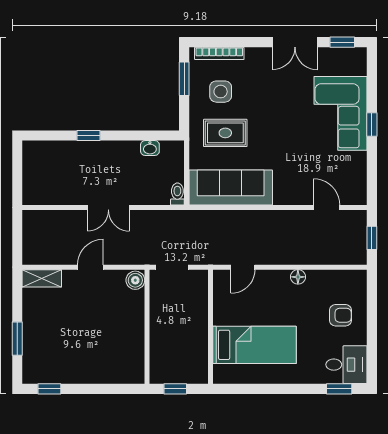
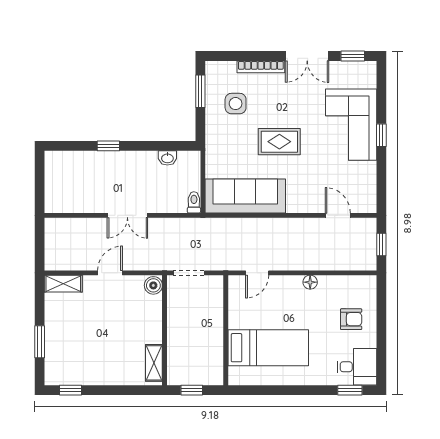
bookcase: (219, 53) -> (261, 67), moved
rug: (225, 133) -> (279, 142), moved
shelving: (136, 361) -> (154, 363), added

